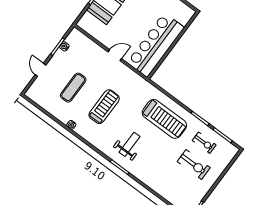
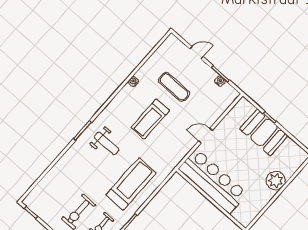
door: (115, 55) -> (206, 136), swing flipped
treadmill: (104, 107) -> (150, 119), turned 90
treadmill: (164, 119) -> (131, 184), turned 180

